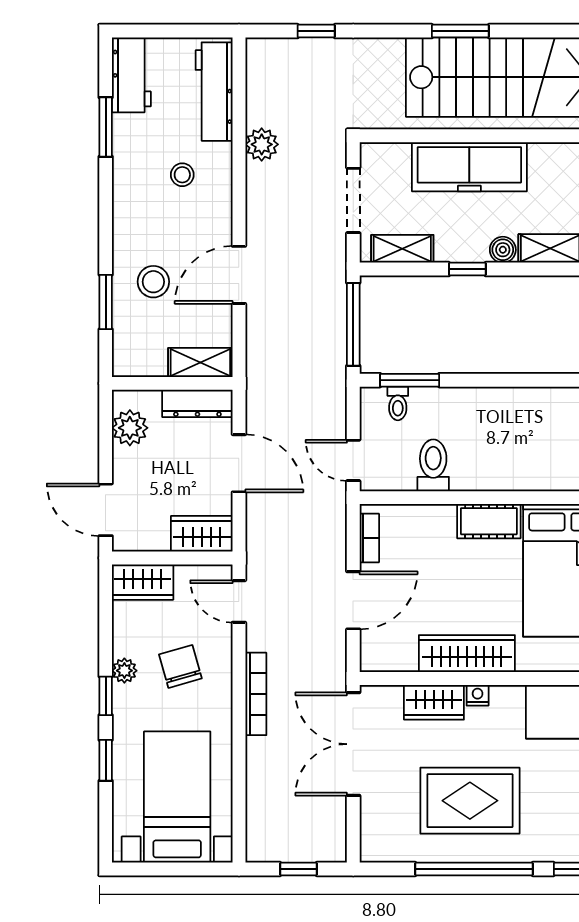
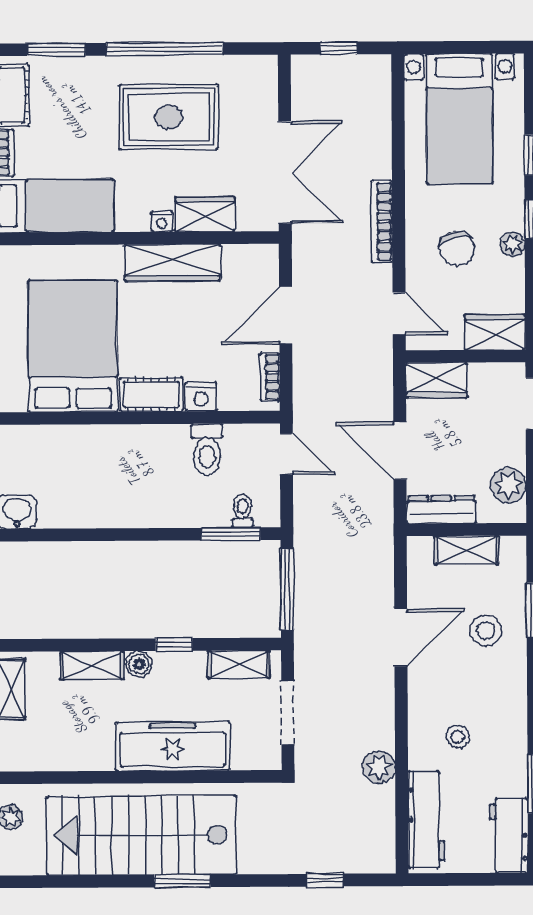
shelving: (200, 362) -> (466, 550), moved
nightstand: (439, 518) -> (201, 397), added

